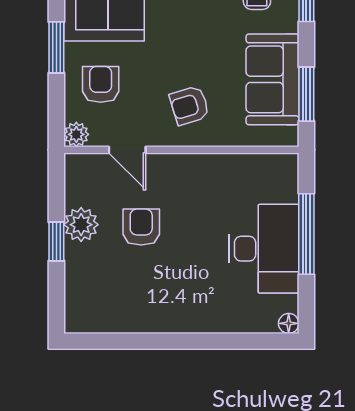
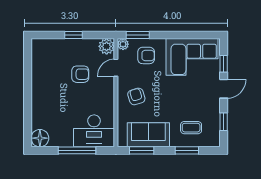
window: (56, 47) -> (138, 35), moved
plant: (81, 225) -> (107, 46), moved
desk: (264, 249) -> (94, 131), moved
floor lamp: (289, 323) -> (40, 138), width x1.89, depth x1.89

